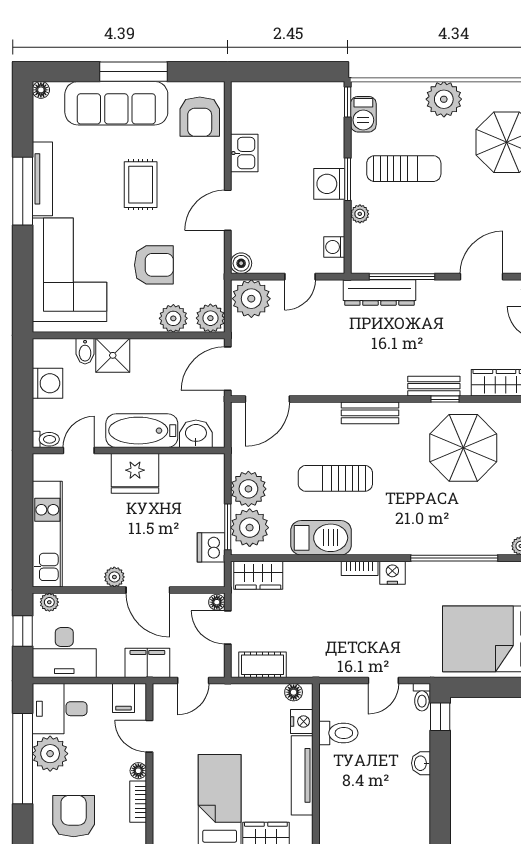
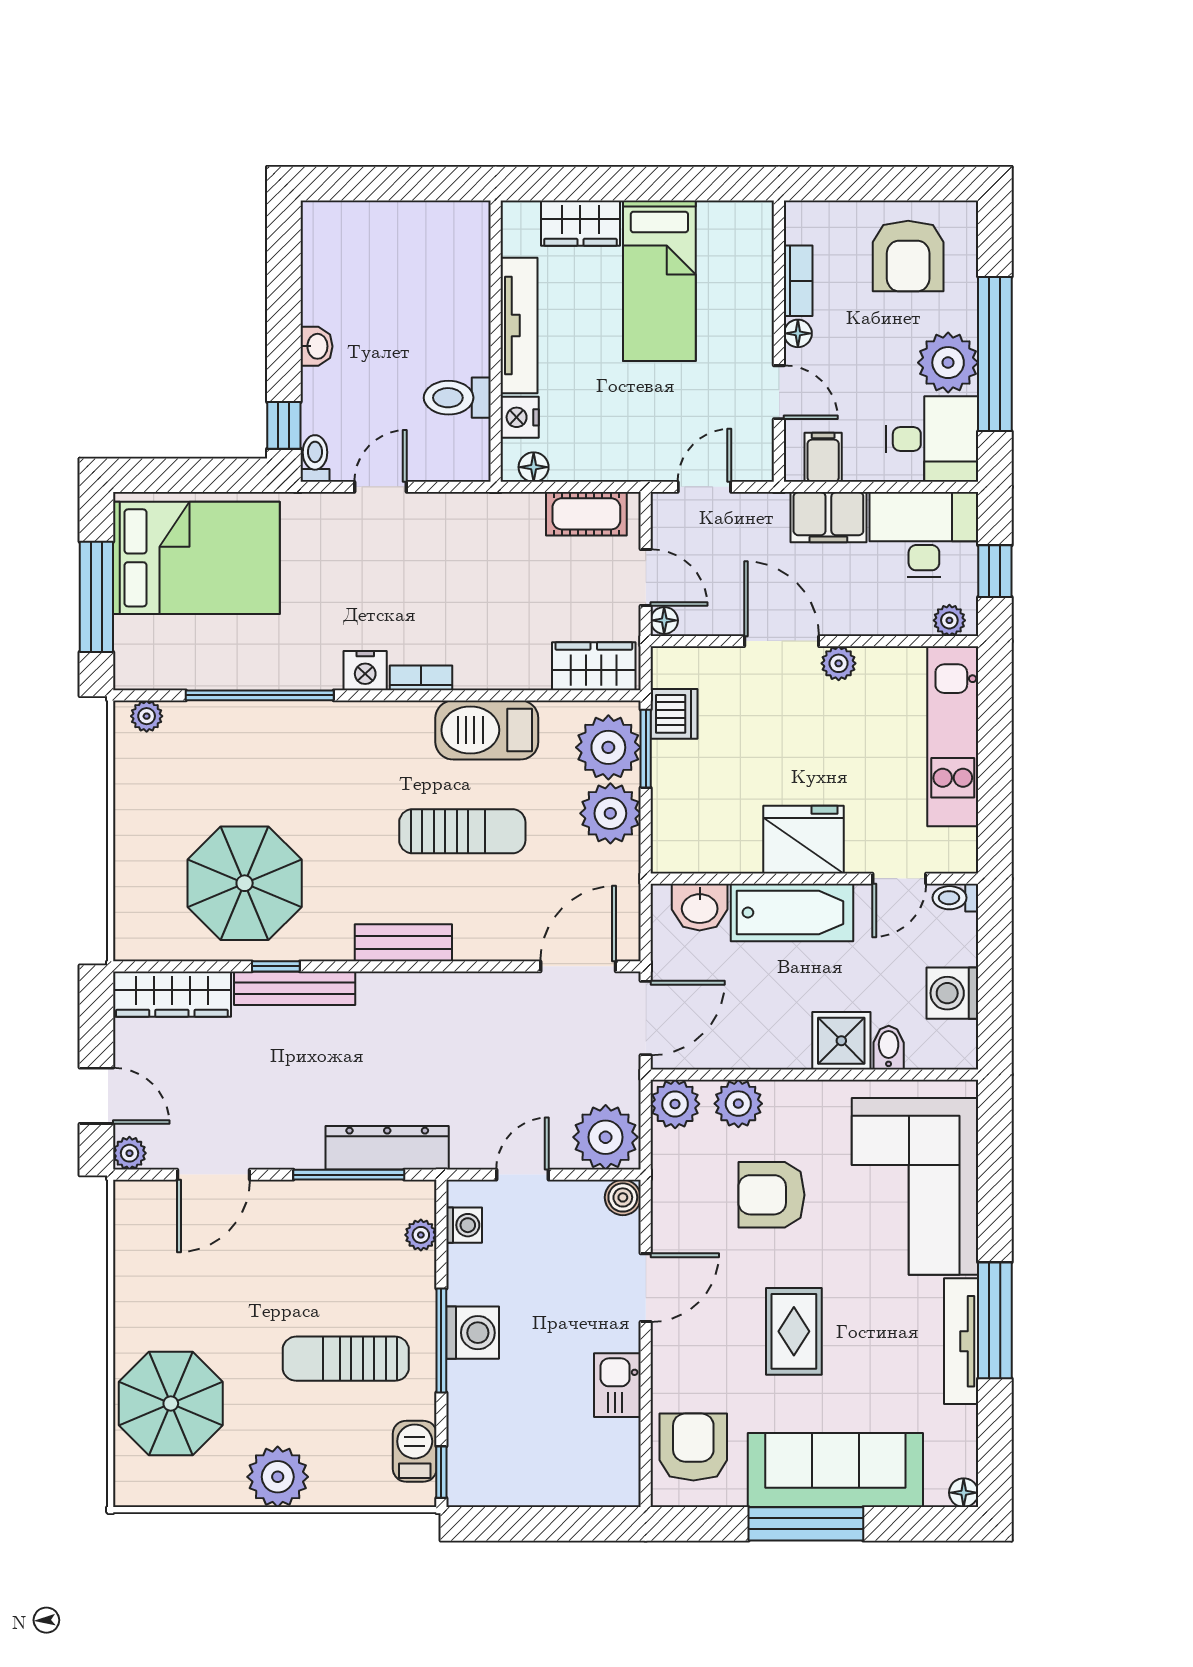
window: (348, 179) -> (441, 1340), width x1.44
plant: (360, 214) -> (421, 1235), moved
bench: (434, 386) -> (295, 988), width x1.36
filing cabinet: (147, 663) -> (828, 517), moved

